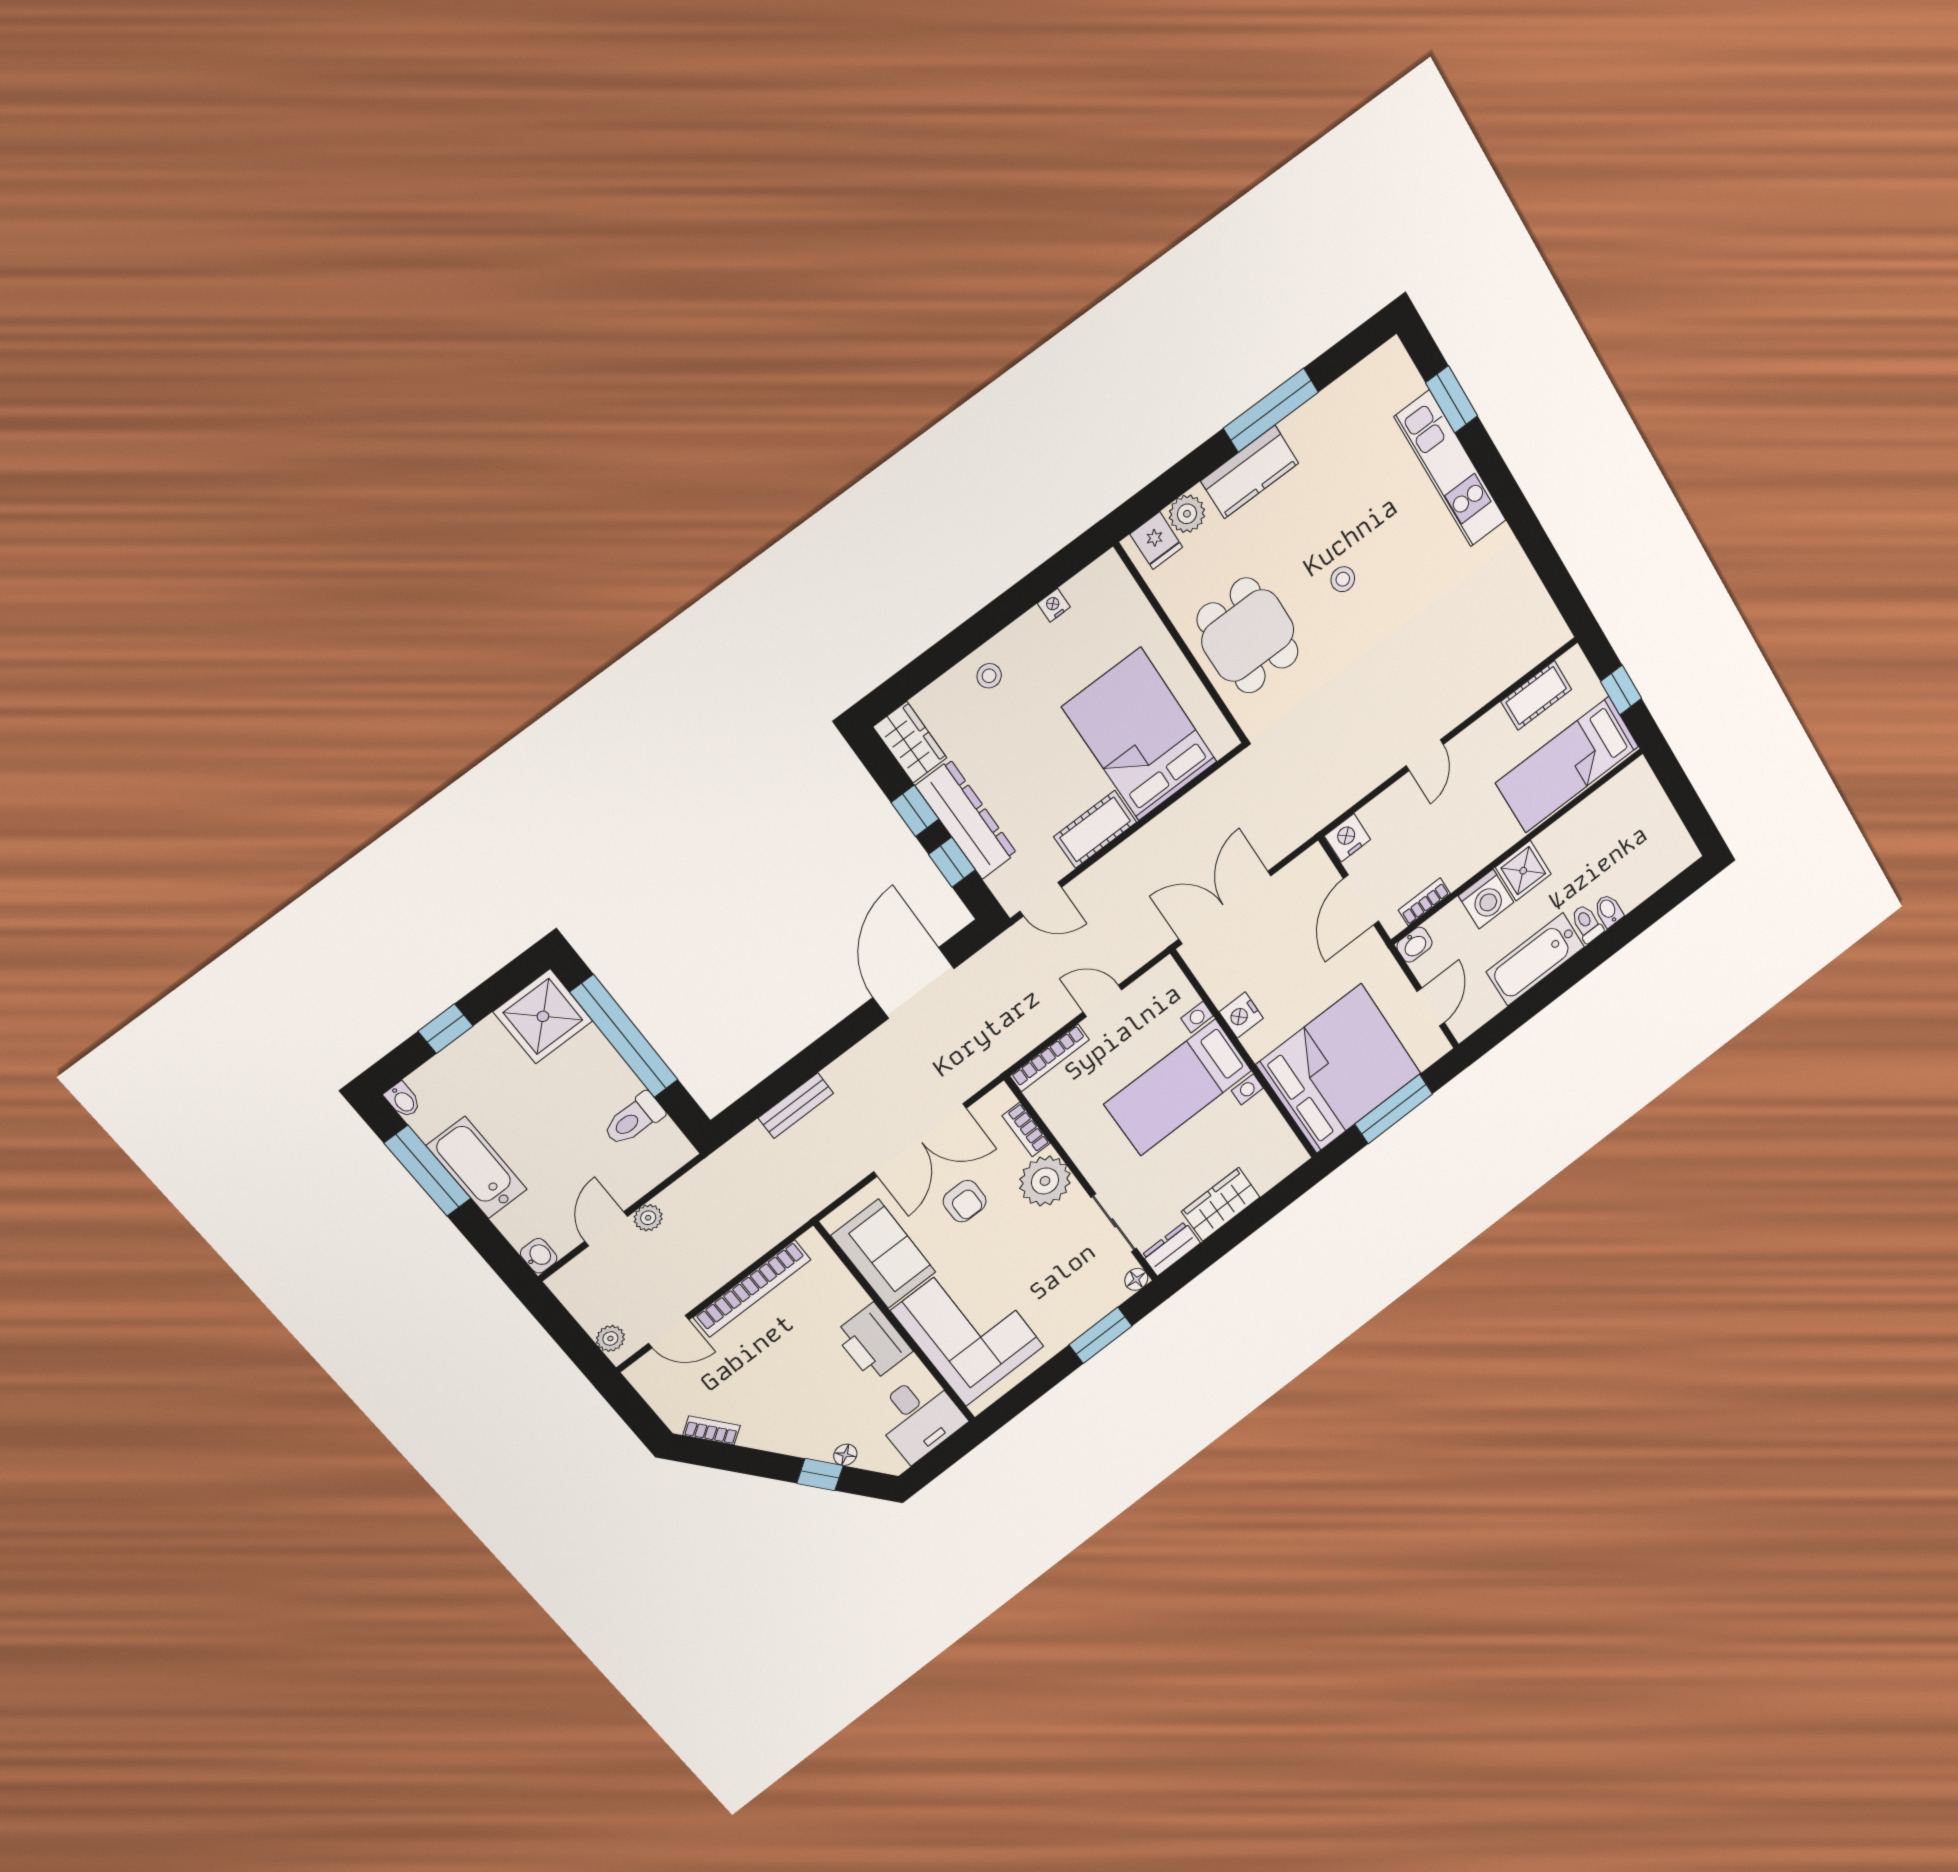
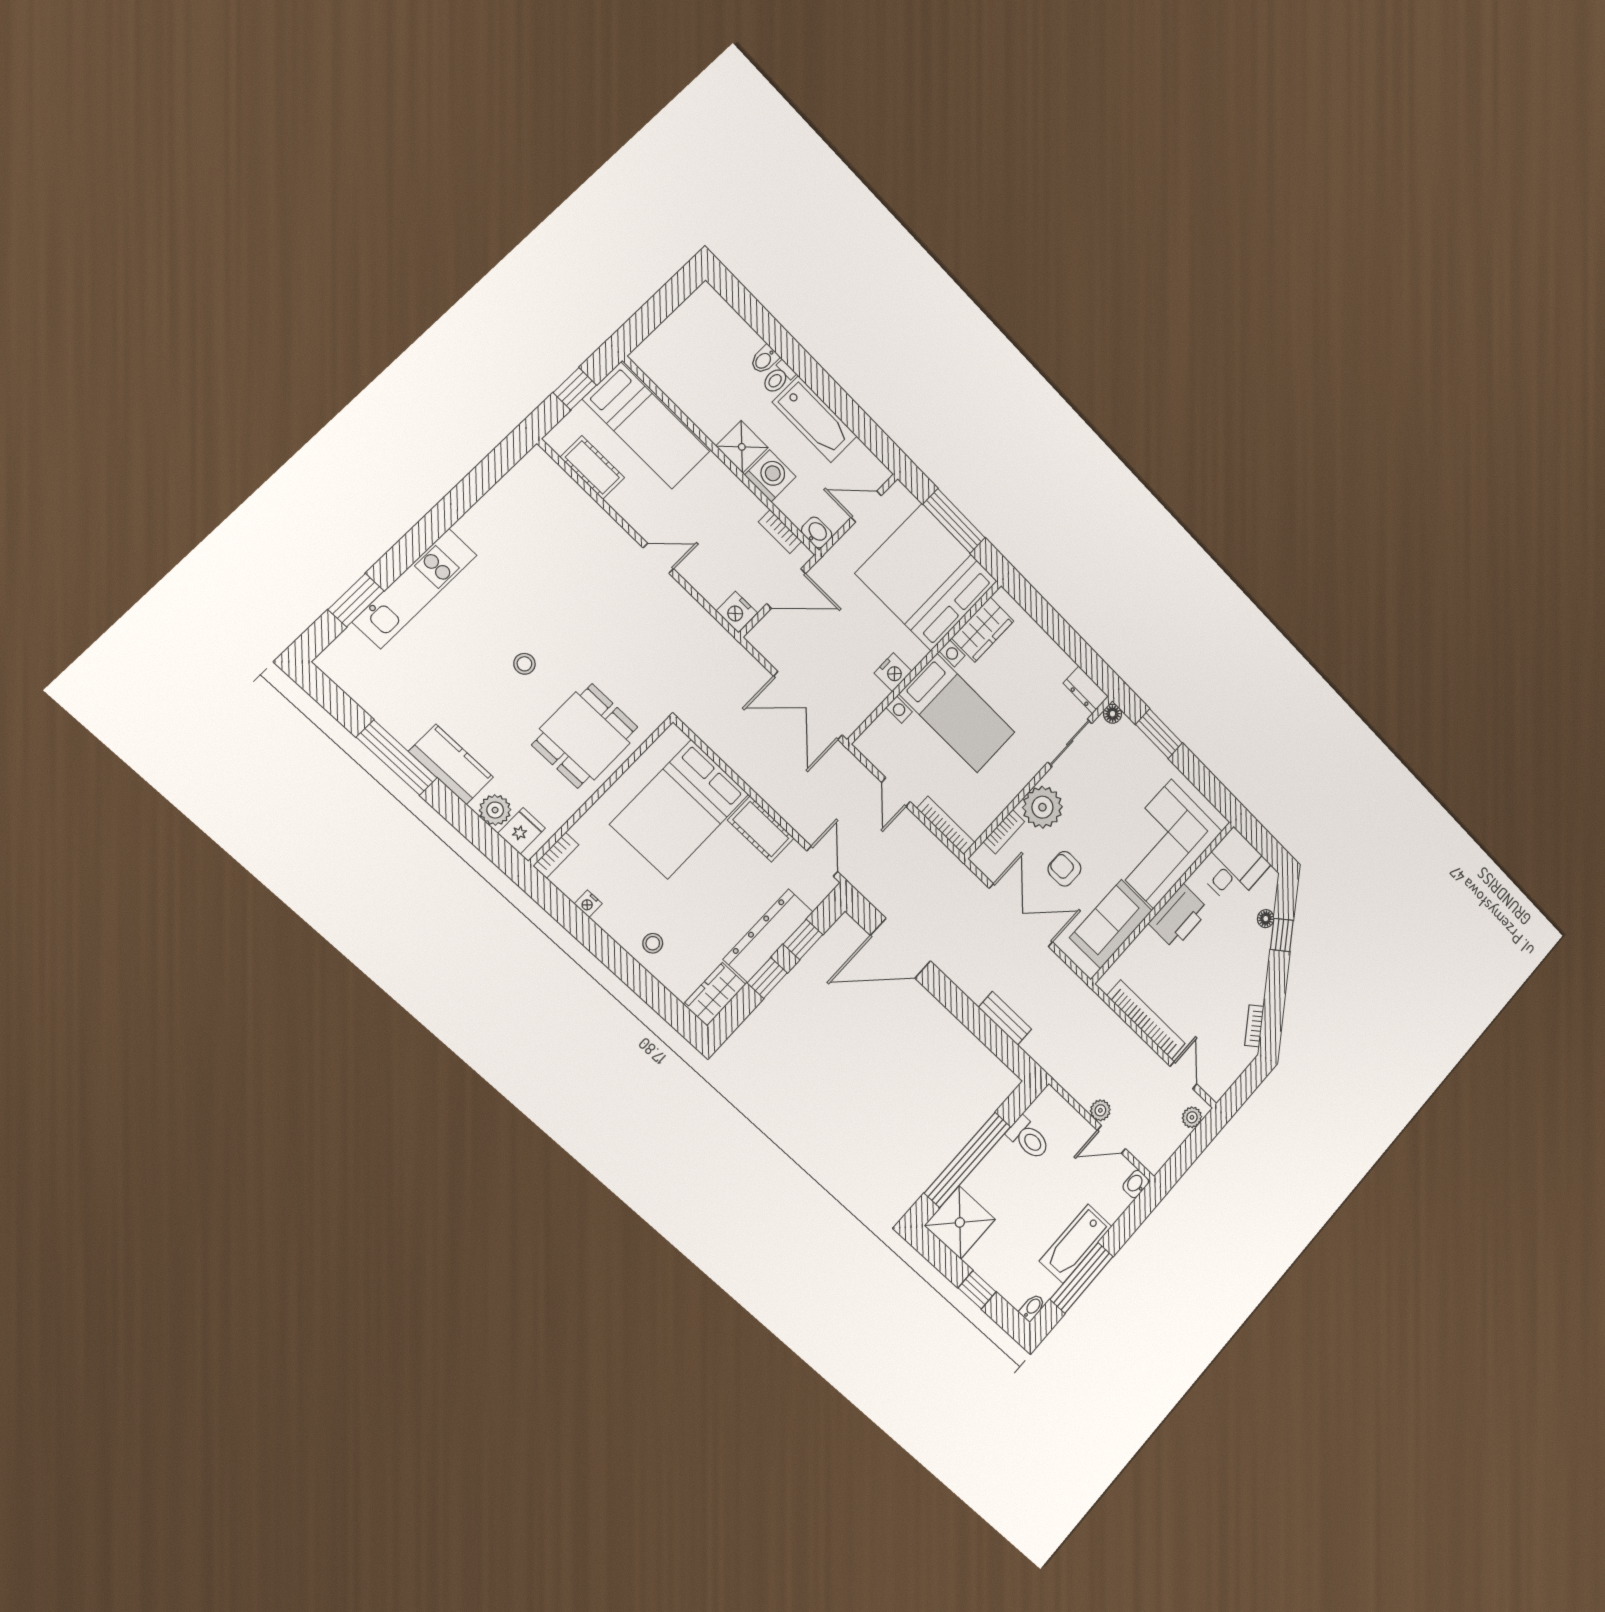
bookcase: (1119, 576) -> (556, 855), added
armchair: (965, 1201) -> (1064, 869), turned -90
wardrobe: (1221, 1204) -> (983, 630), moved, turned -90

